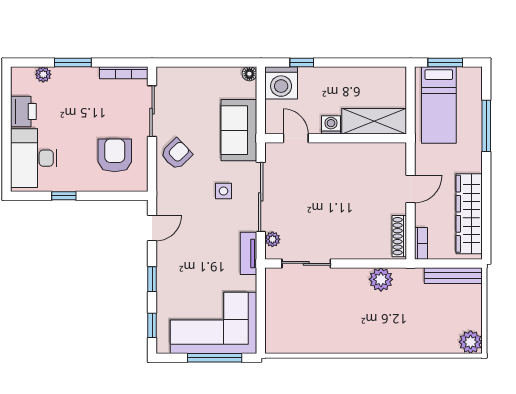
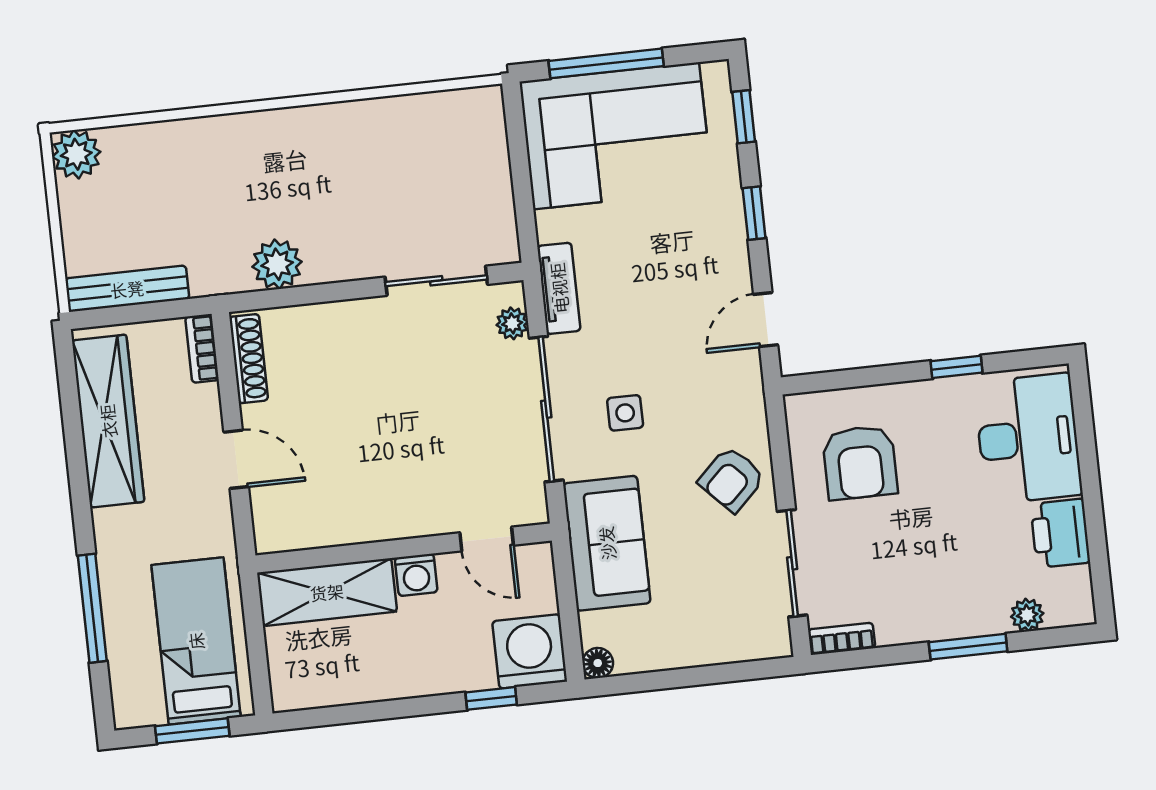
bookcase: (124, 73) -> (842, 639), width x0.64
door: (410, 189) -> (236, 459), swing flipped

